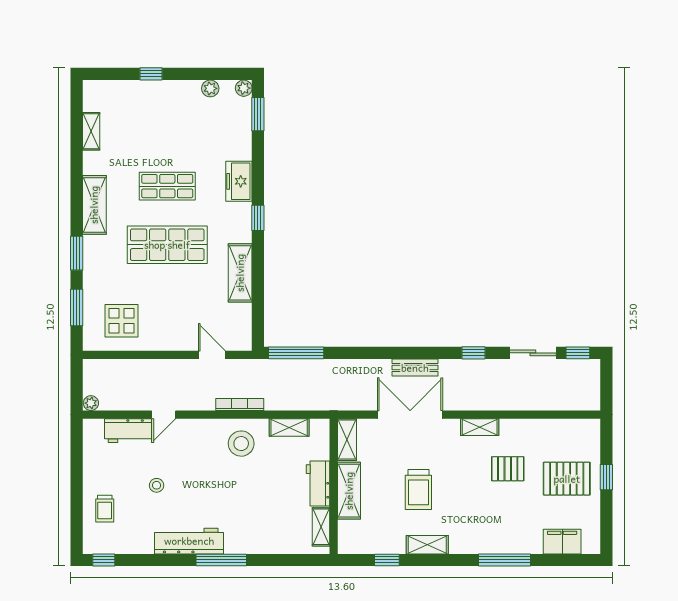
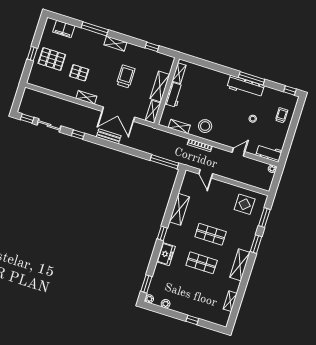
shop shelf: (167, 245) -> (211, 234), width x0.70, depth x0.74
workbench: (128, 431) -> (269, 153), moved
shelving: (427, 545) -> (115, 44), moved
window: (221, 560) -> (252, 78), moved

